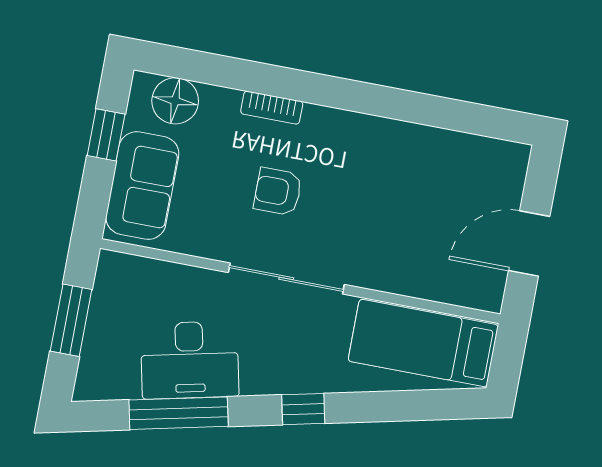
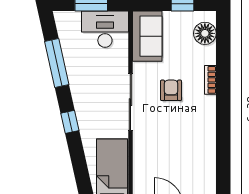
sofa: (142, 186) -> (147, 36), moved, turned -90
desk: (190, 360) -> (105, 29), moved, turned 103

